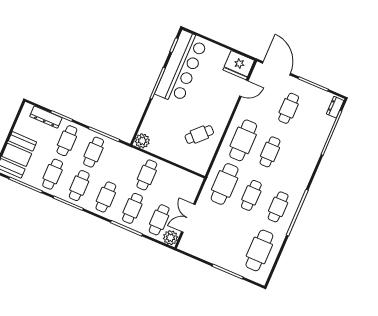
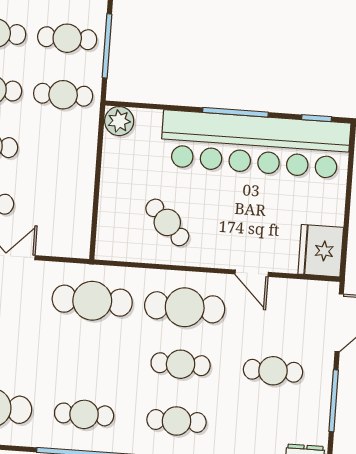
bar counter: (181, 67) -> (255, 144), width x1.36
door: (244, 88) -> (252, 273), moved
cafe table: (147, 175) -> (63, 95), moved
cafe table: (251, 195) -> (176, 421), moved

